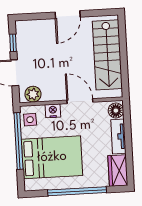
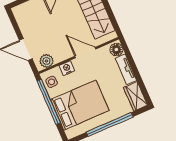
window: (13, 43) -> (16, 26), removed

